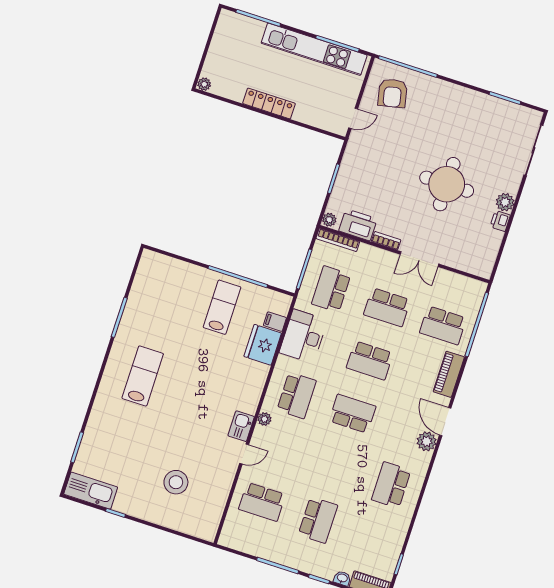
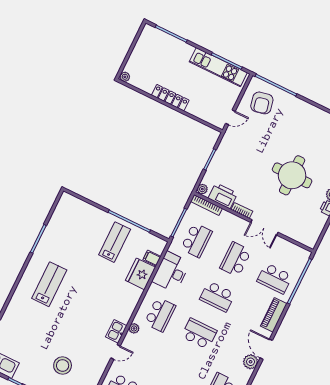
kitchen unit: (314, 49) -> (218, 67), width x0.73
school desk: (331, 289) -> (196, 240), turned 180
school desk: (387, 307) -> (236, 259), turned 90

